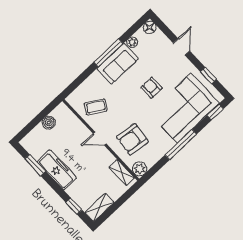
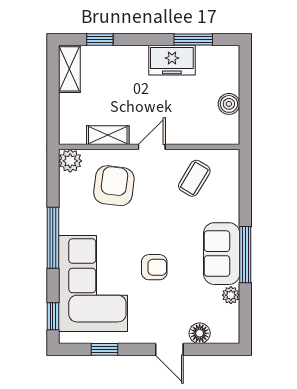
floor lamp: (150, 27) -> (200, 333), moved
freezer: (57, 170) -> (172, 60), width x0.71
shelving: (122, 173) -> (108, 135), moved

